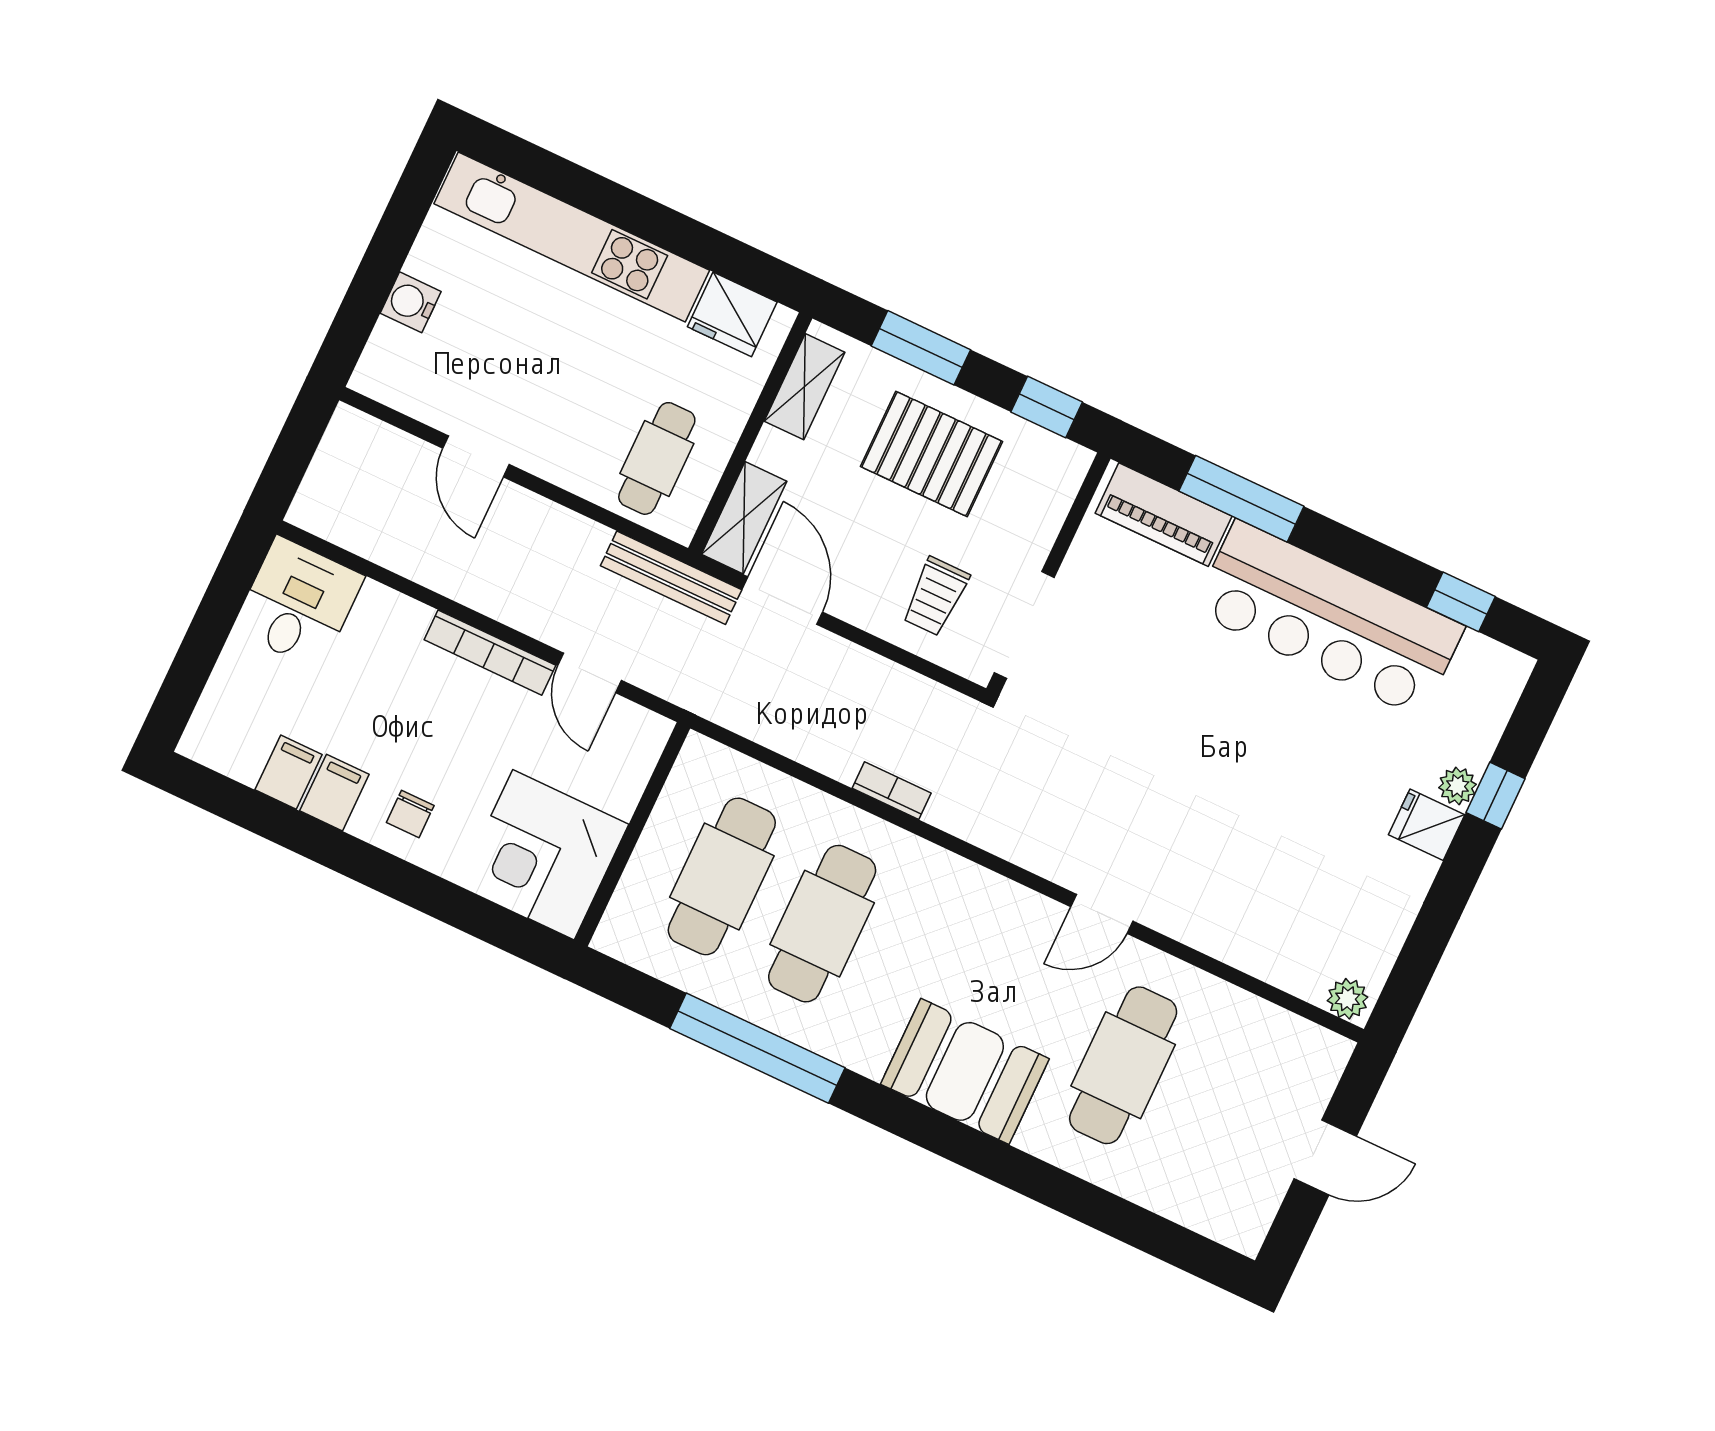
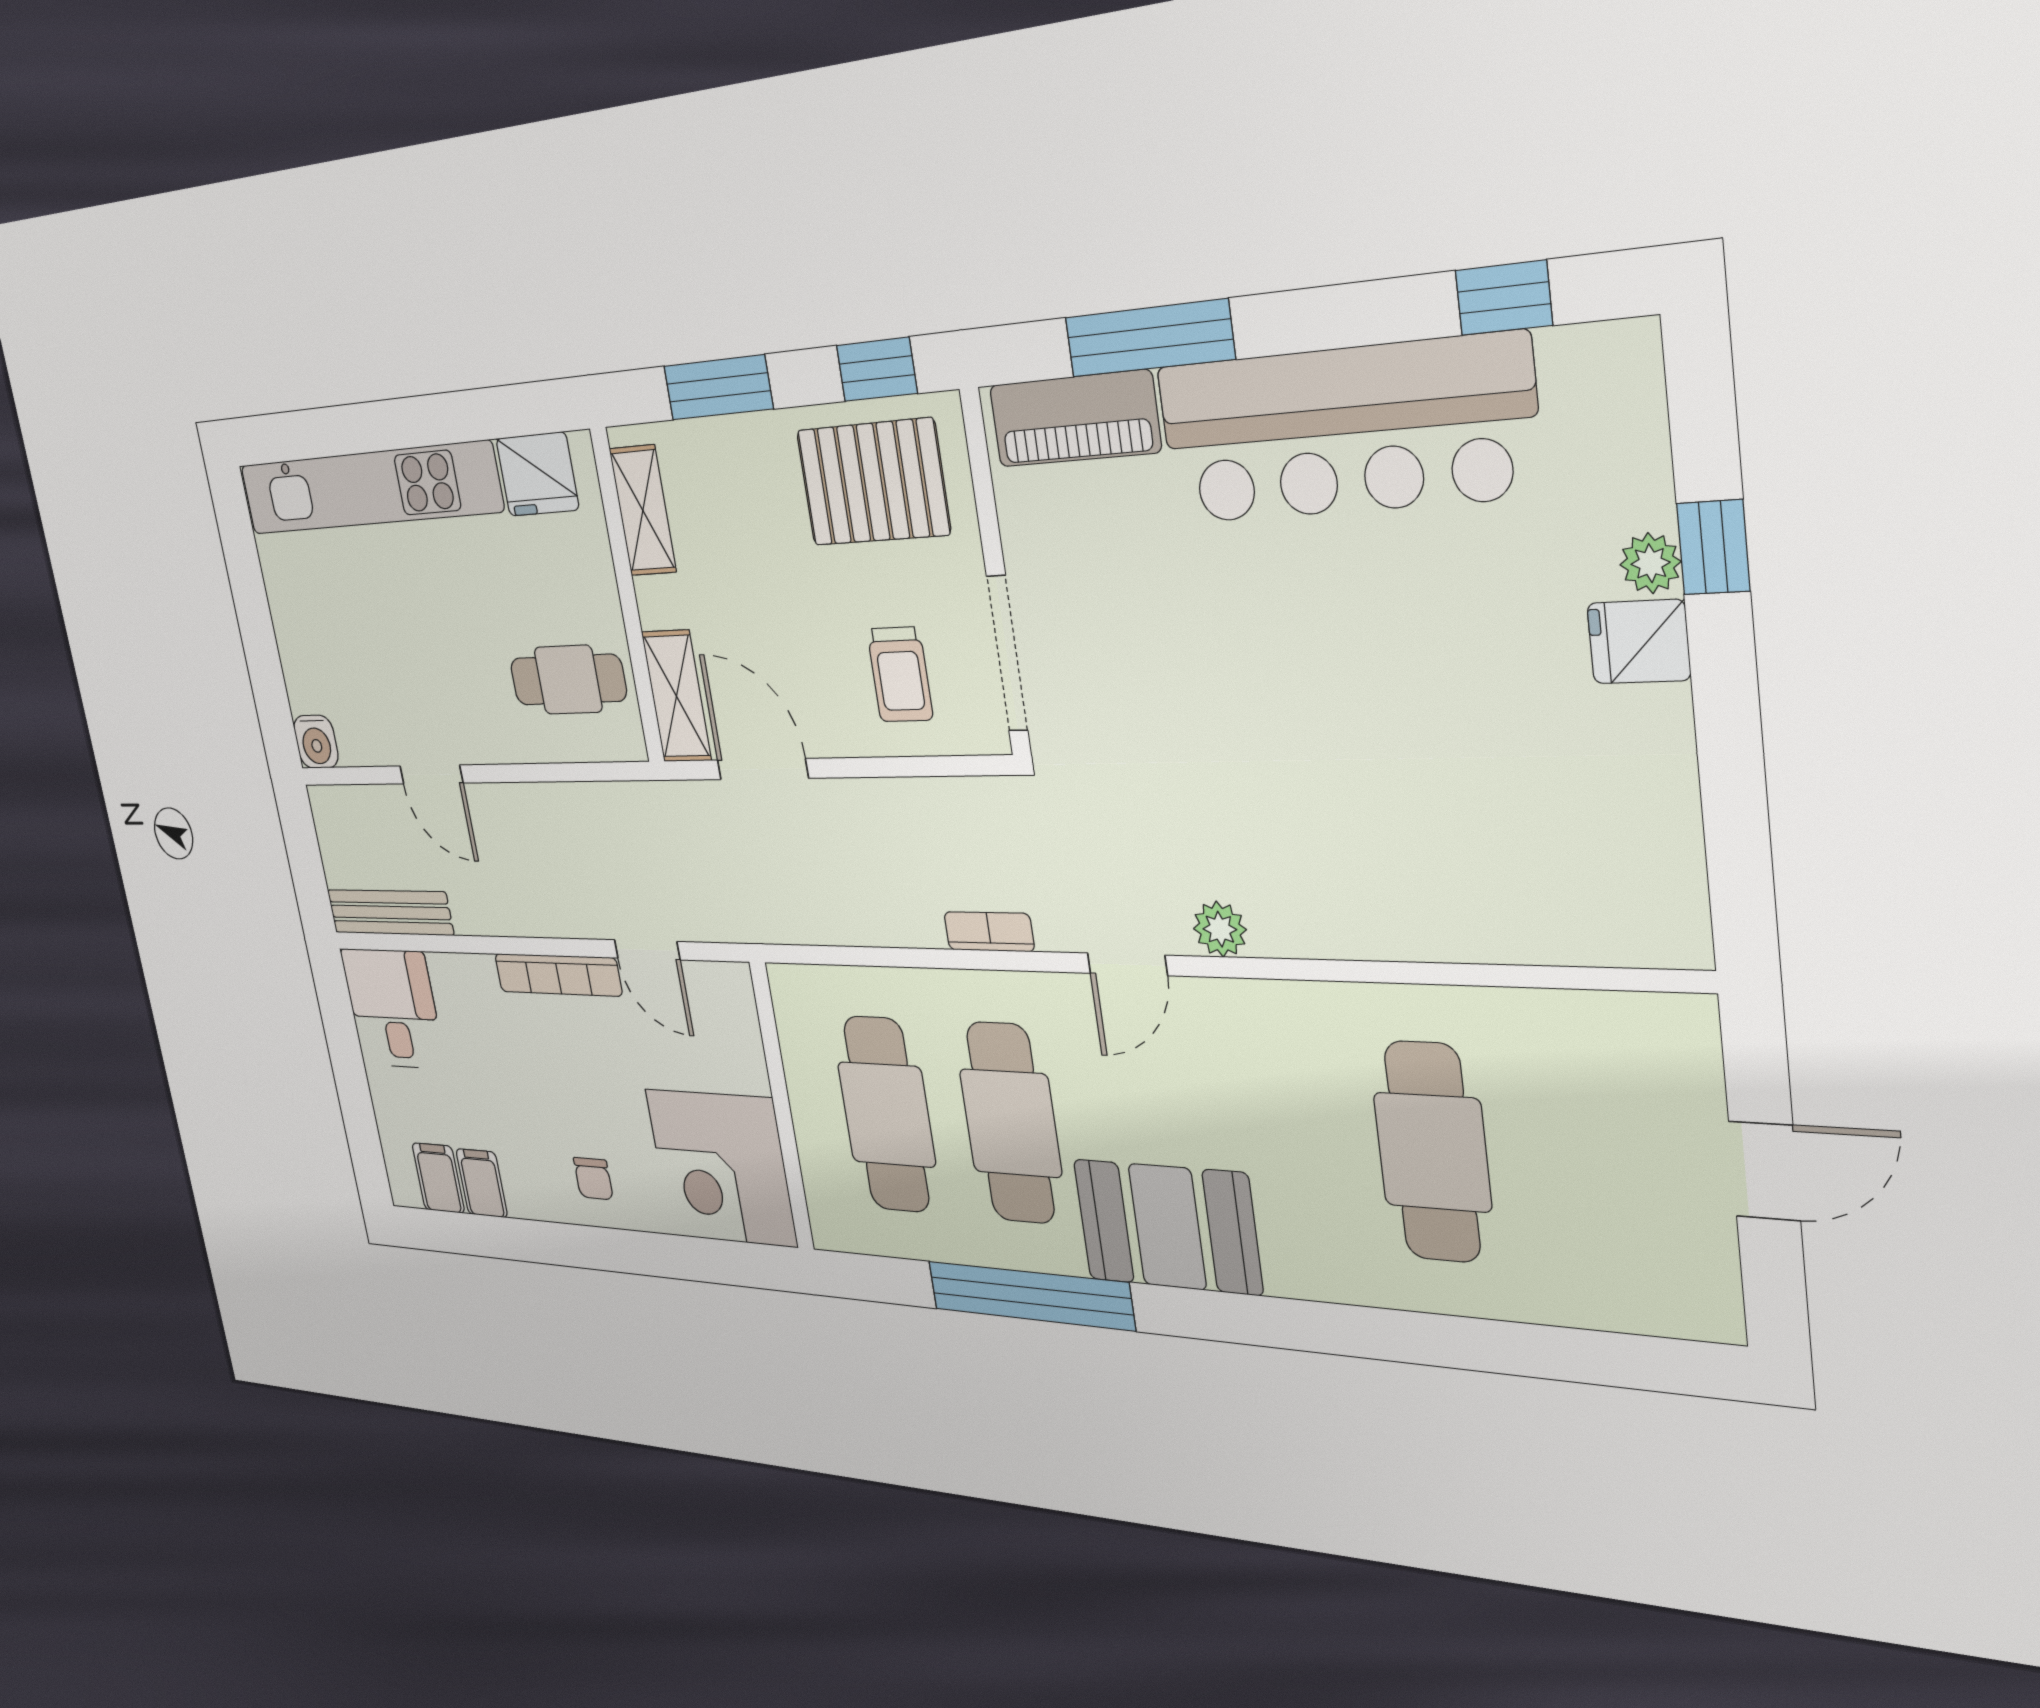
water cooler: (411, 302) -> (316, 742), moved, turned -90
pallet: (932, 454) -> (873, 482), moved
cafe table: (657, 458) -> (568, 680), turned 90
bench: (671, 578) -> (390, 912), moved
filing cabinet: (334, 793) -> (438, 1178), moved
door: (1102, 914) -> (1127, 964), moved
plant: (1348, 999) -> (1220, 929), moved
booth: (965, 1071) -> (1167, 1227), moved

